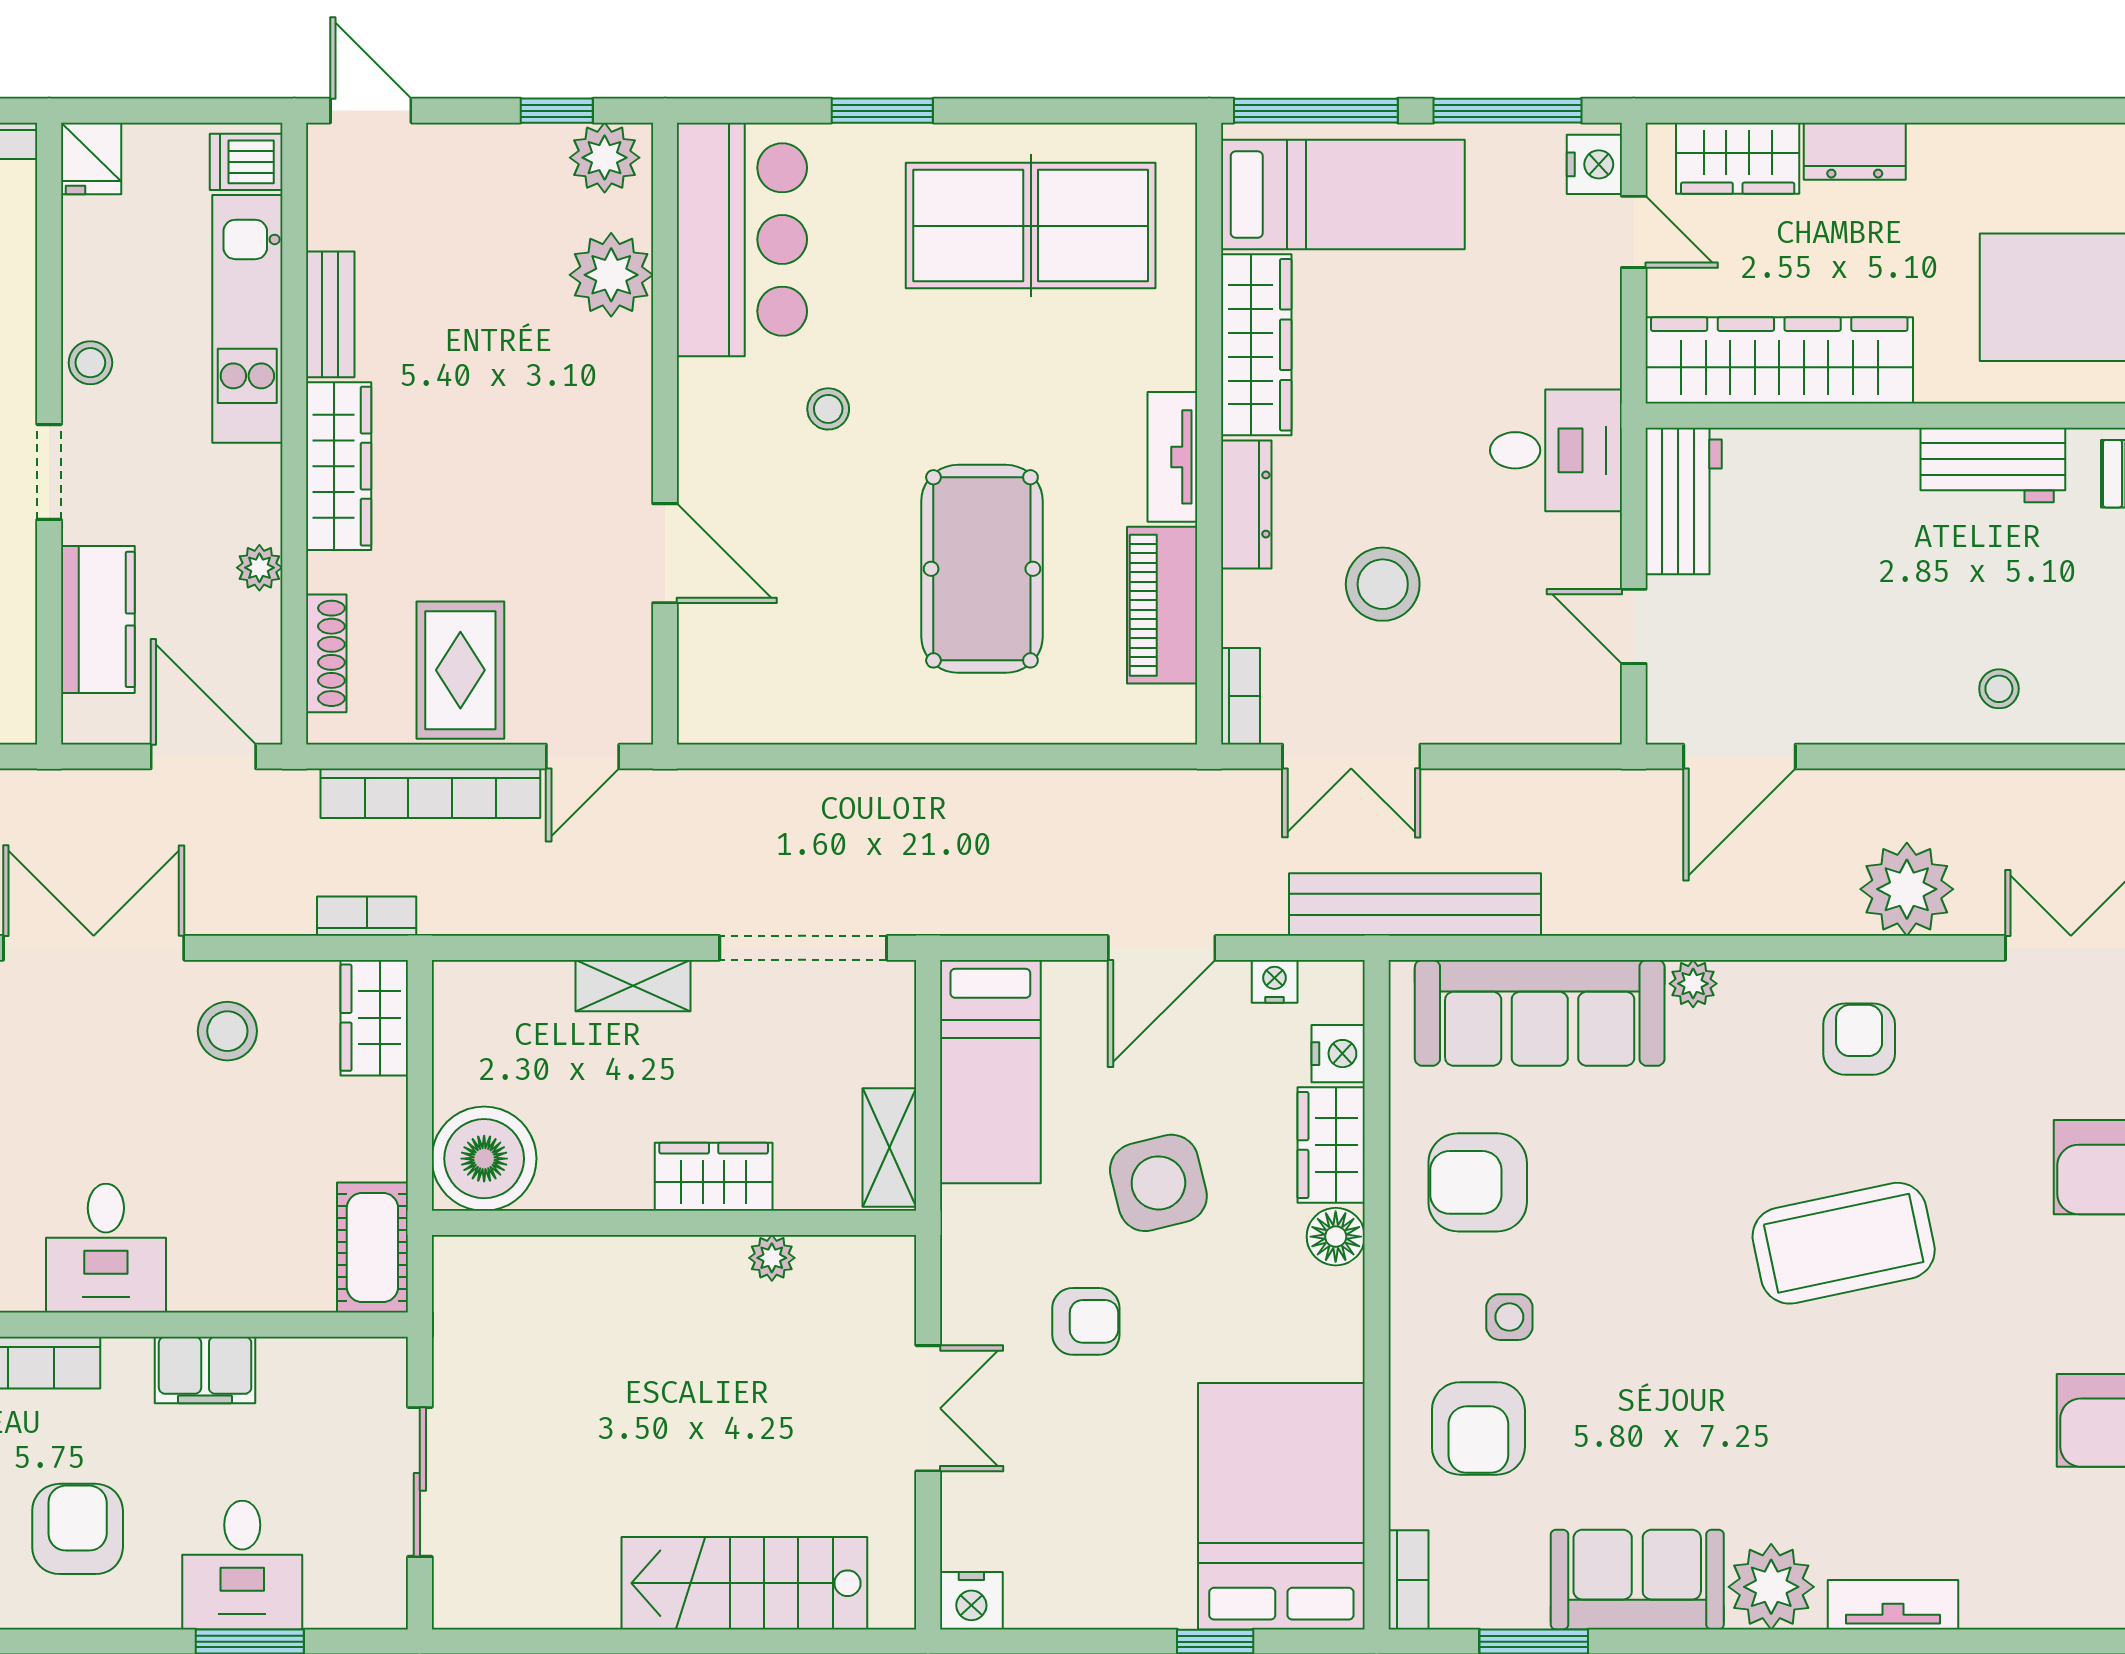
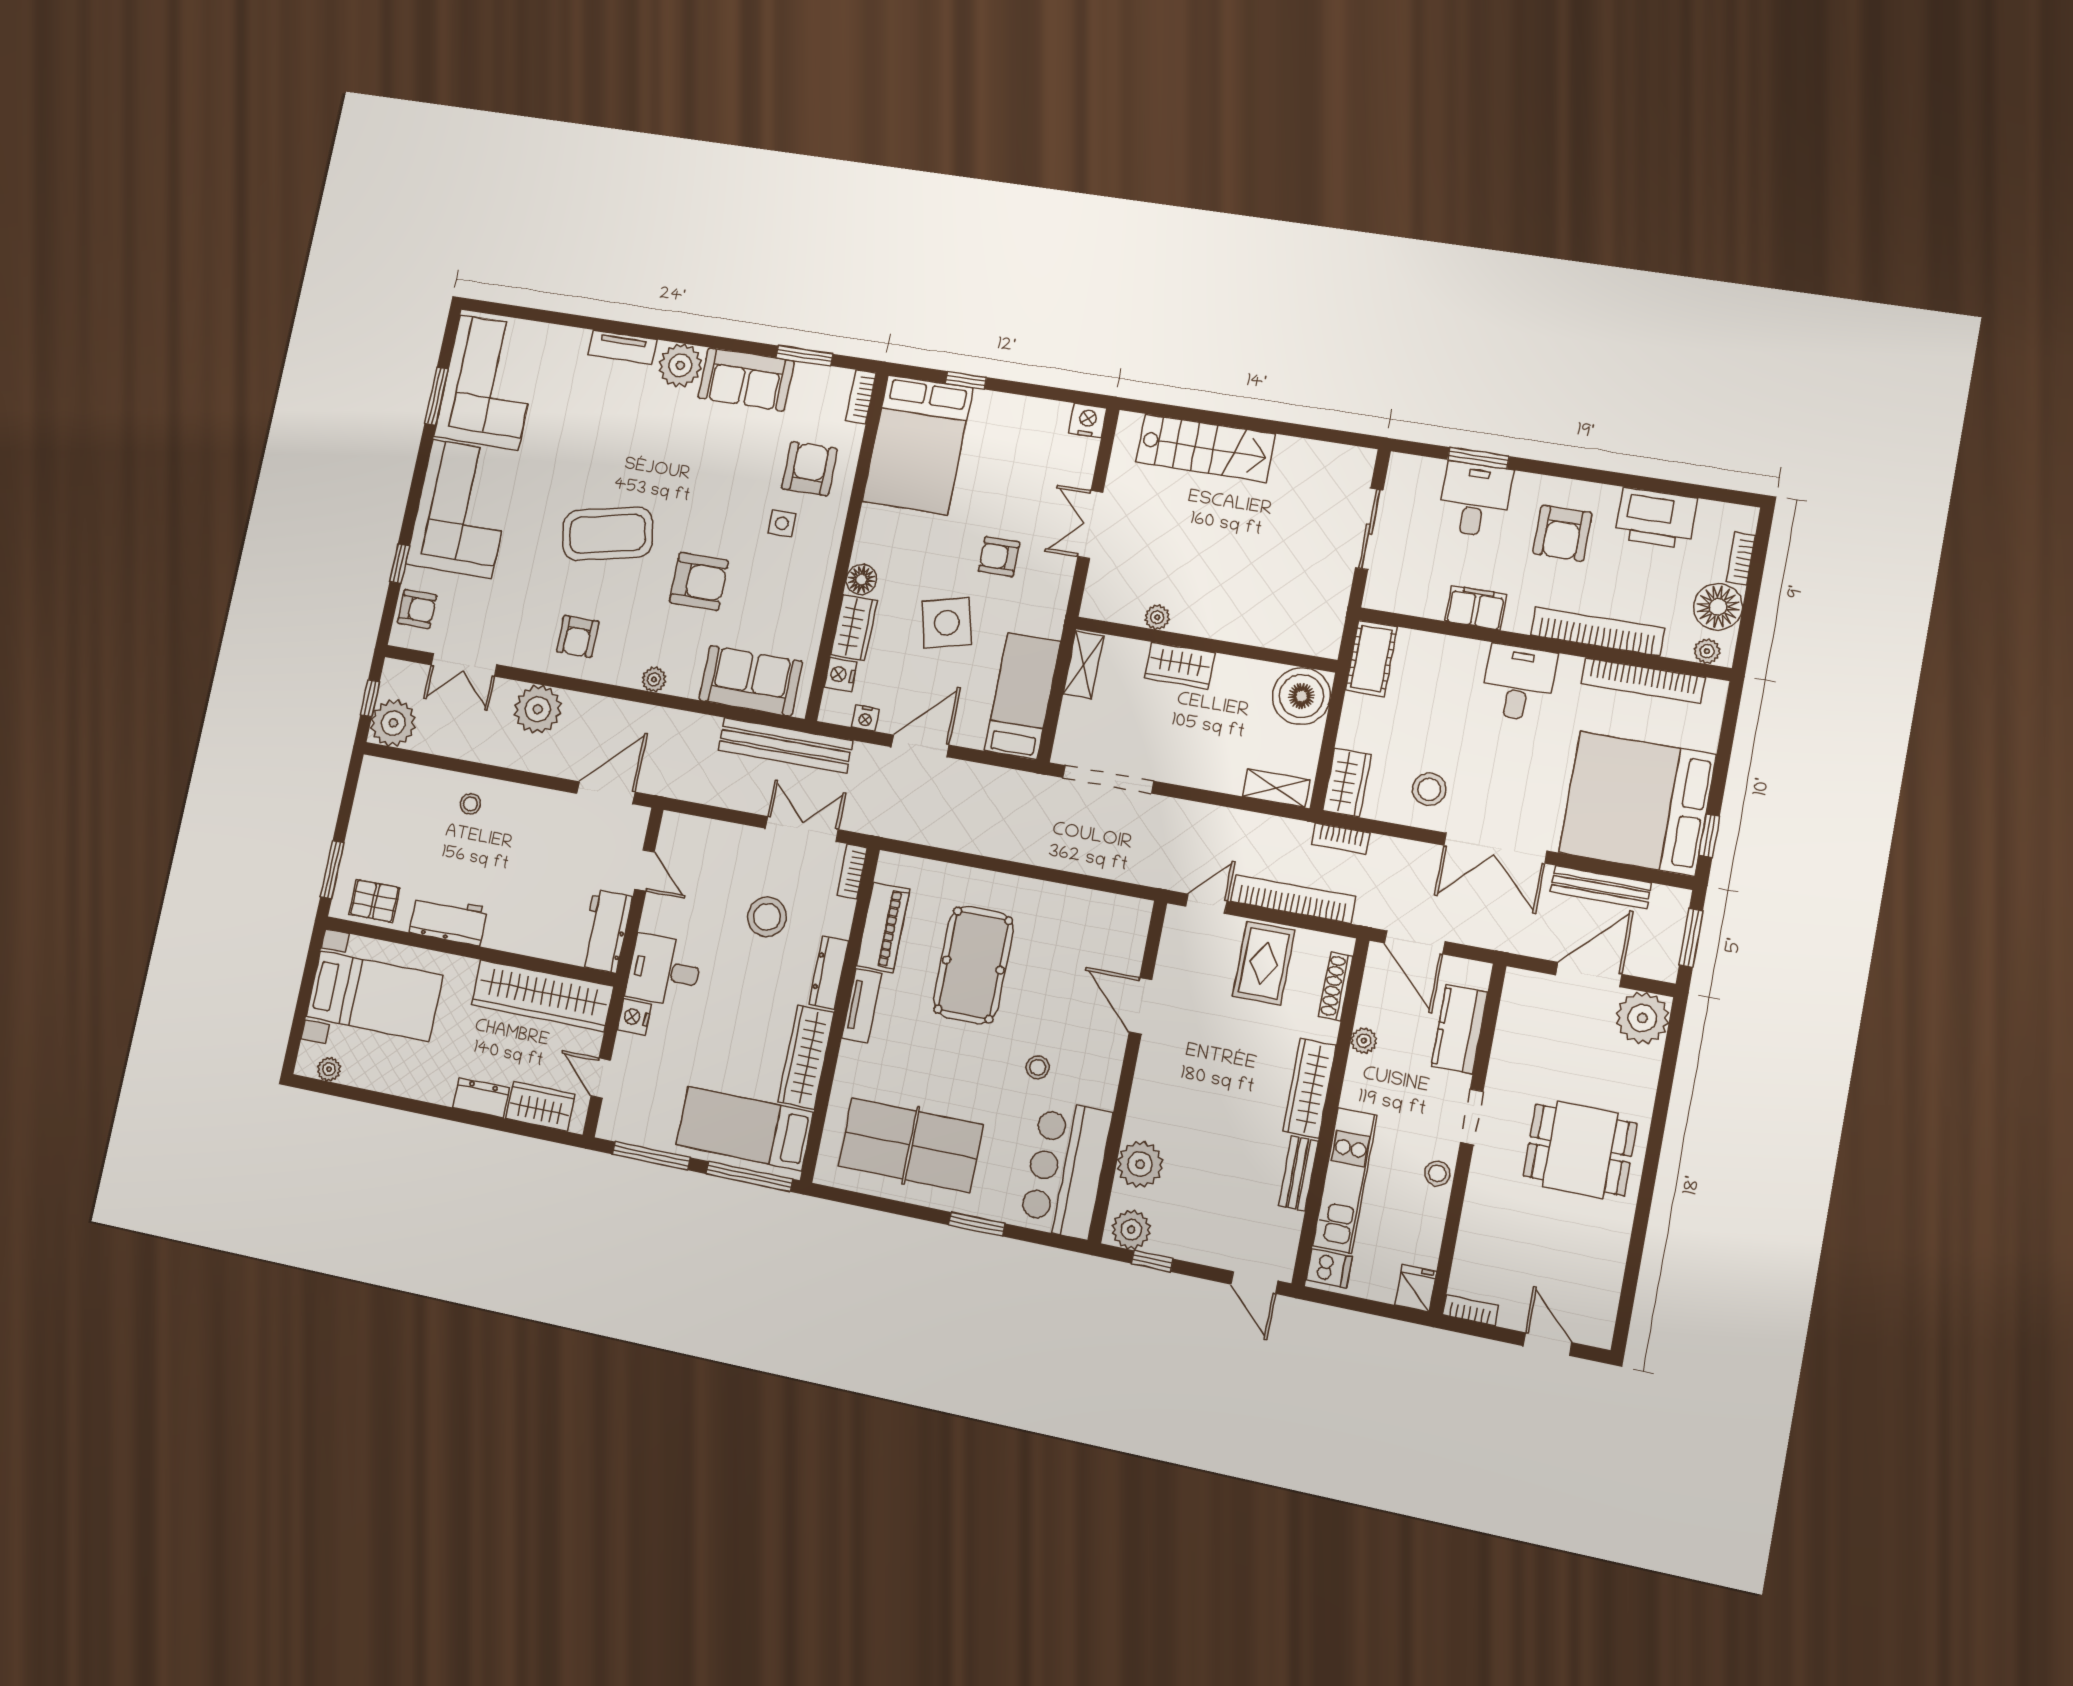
nightstand: (1594, 164) -> (634, 1017), moved
shelving: (633, 986) -> (1276, 788), moved
sofa: (1540, 1013) -> (751, 681), width x0.73
armchair: (1478, 1182) -> (699, 581), moved

